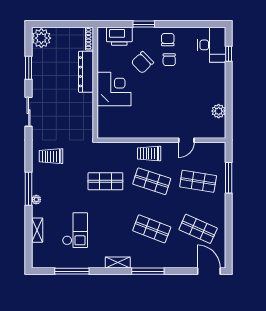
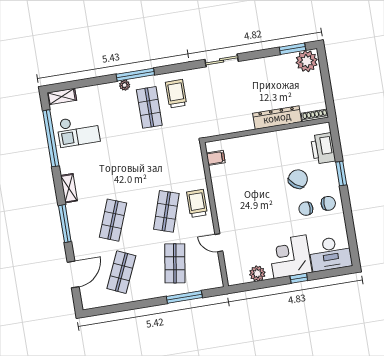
window: (229, 54) -> (299, 278), moved
chair: (142, 62) -> (298, 179), turned 82
window: (29, 68) -> (292, 49), moved
corner desk: (114, 89) -> (290, 257), moved, turned 180
filing cabinet: (112, 131) -> (216, 158), added
shop shelf: (105, 181) -> (149, 107), moved
shelving: (37, 230) -> (62, 97), moved
checkout: (75, 230) -> (78, 131), moved
window: (72, 271) -> (51, 138), width x1.46
door: (209, 271) -> (73, 274), moved

